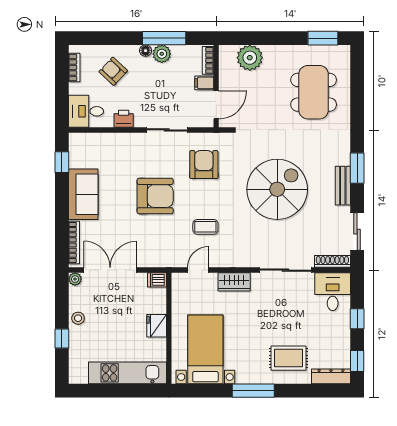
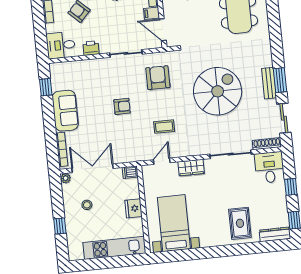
door: (216, 105) -> (163, 30), swing flipped
window: (357, 168) -> (280, 80), moved
armchair: (155, 196) -> (122, 106), width x0.53, depth x0.53
stool: (78, 318) -> (87, 205), moved
rug: (288, 358) -> (240, 223), turned 90
window: (253, 391) -> (215, 252), removed

